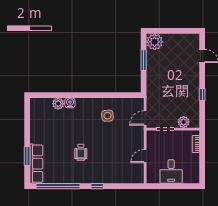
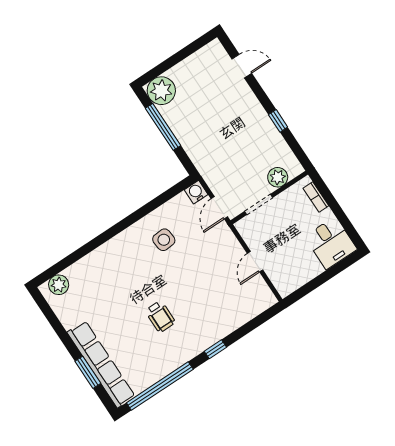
window: (144, 60) -> (163, 127), width x1.44
water cooler: (70, 103) -> (196, 192), moved
plant: (58, 104) -> (59, 285), moved
row of seats: (36, 164) -> (101, 364), width x1.36
desk: (171, 171) -> (331, 243), moved

